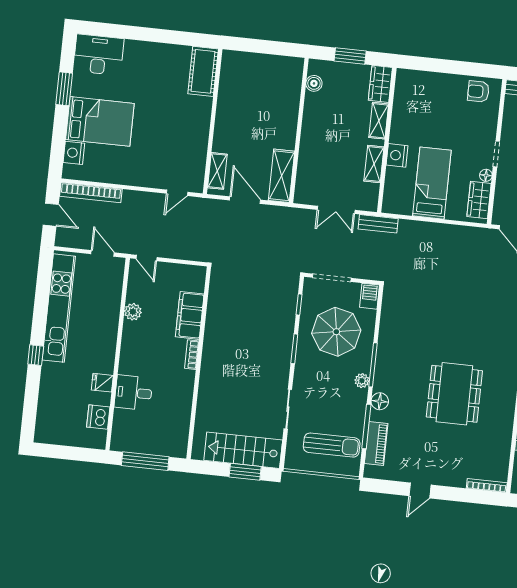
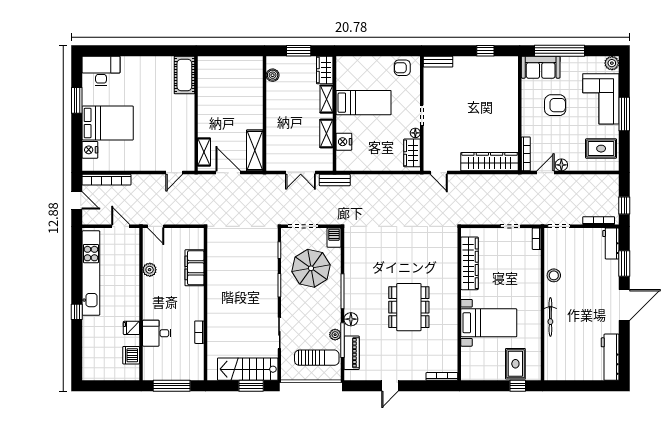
nightstand: (397, 155) -> (344, 142), moved
bed: (432, 183) -> (364, 103), moved, turned 90
bookcase: (192, 355) -> (199, 332), moved
plant: (362, 381) -> (335, 335), moved

